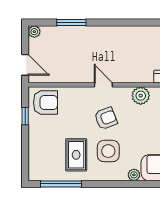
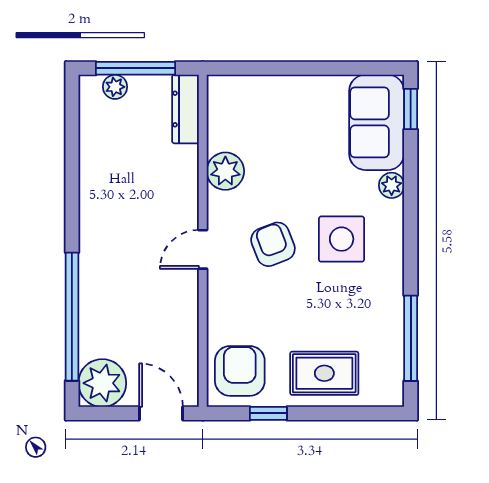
window: (71, 22) -> (72, 317), width x2.11
plant: (34, 32) -> (102, 383), width x1.88, depth x1.88
door: (25, 65) -> (161, 413), hinge flipped
rug: (76, 155) -> (324, 373), moved

